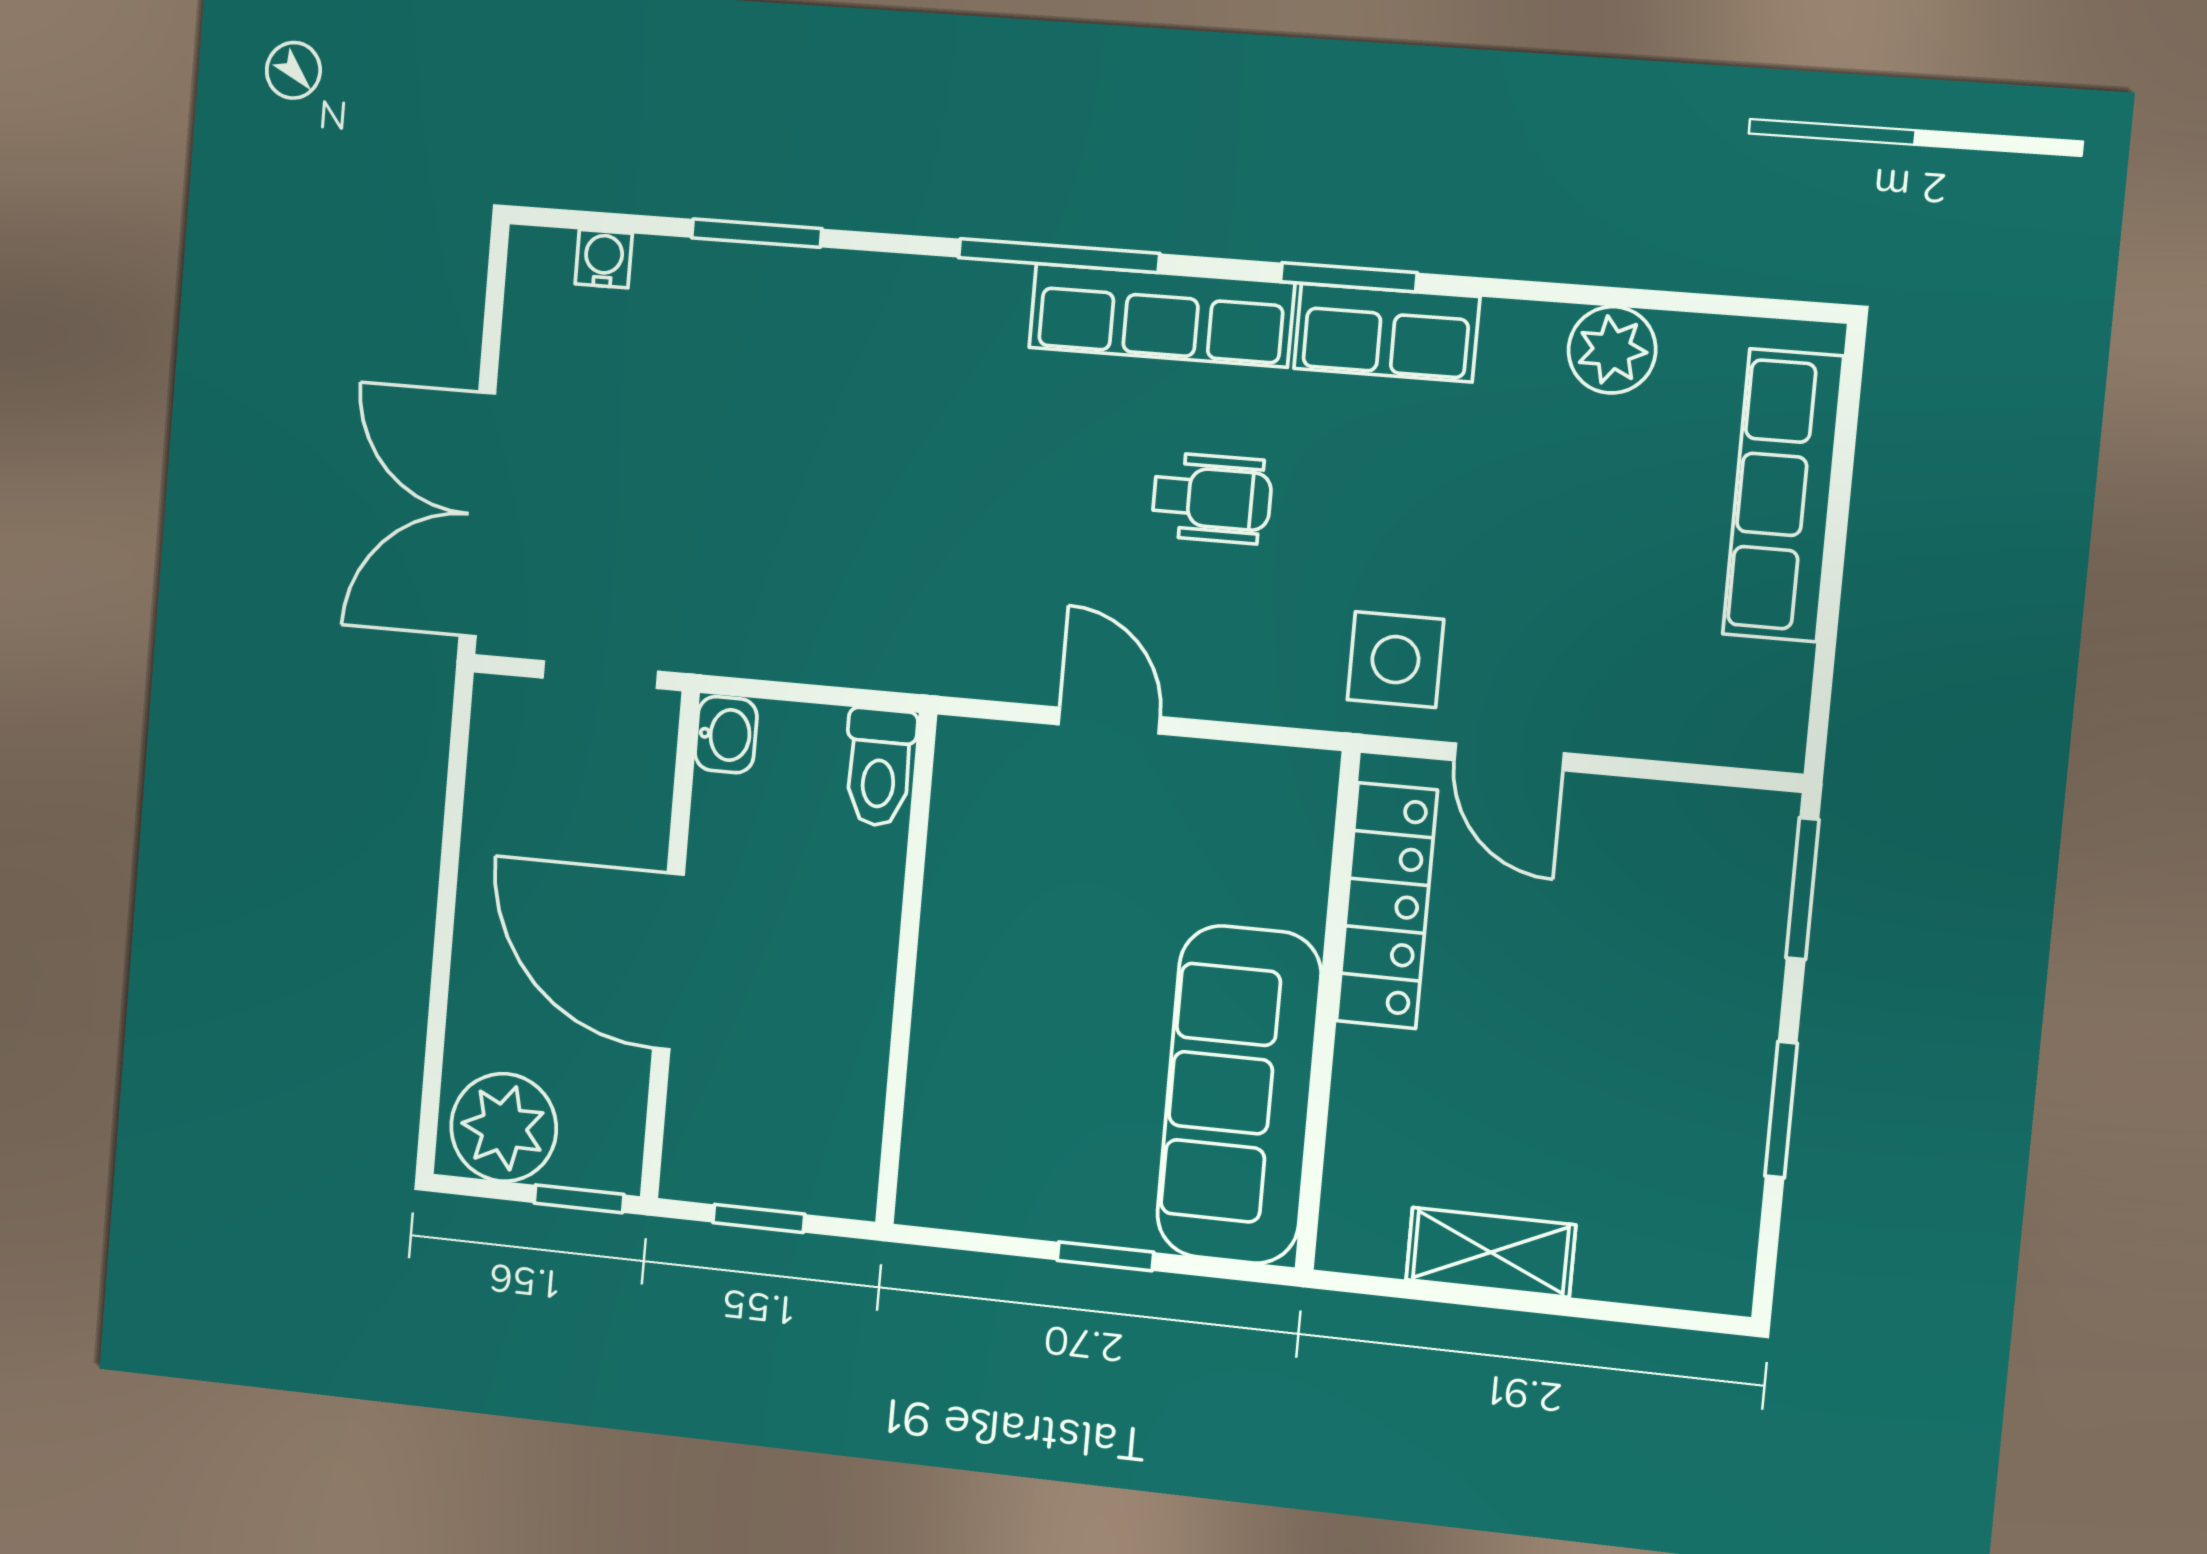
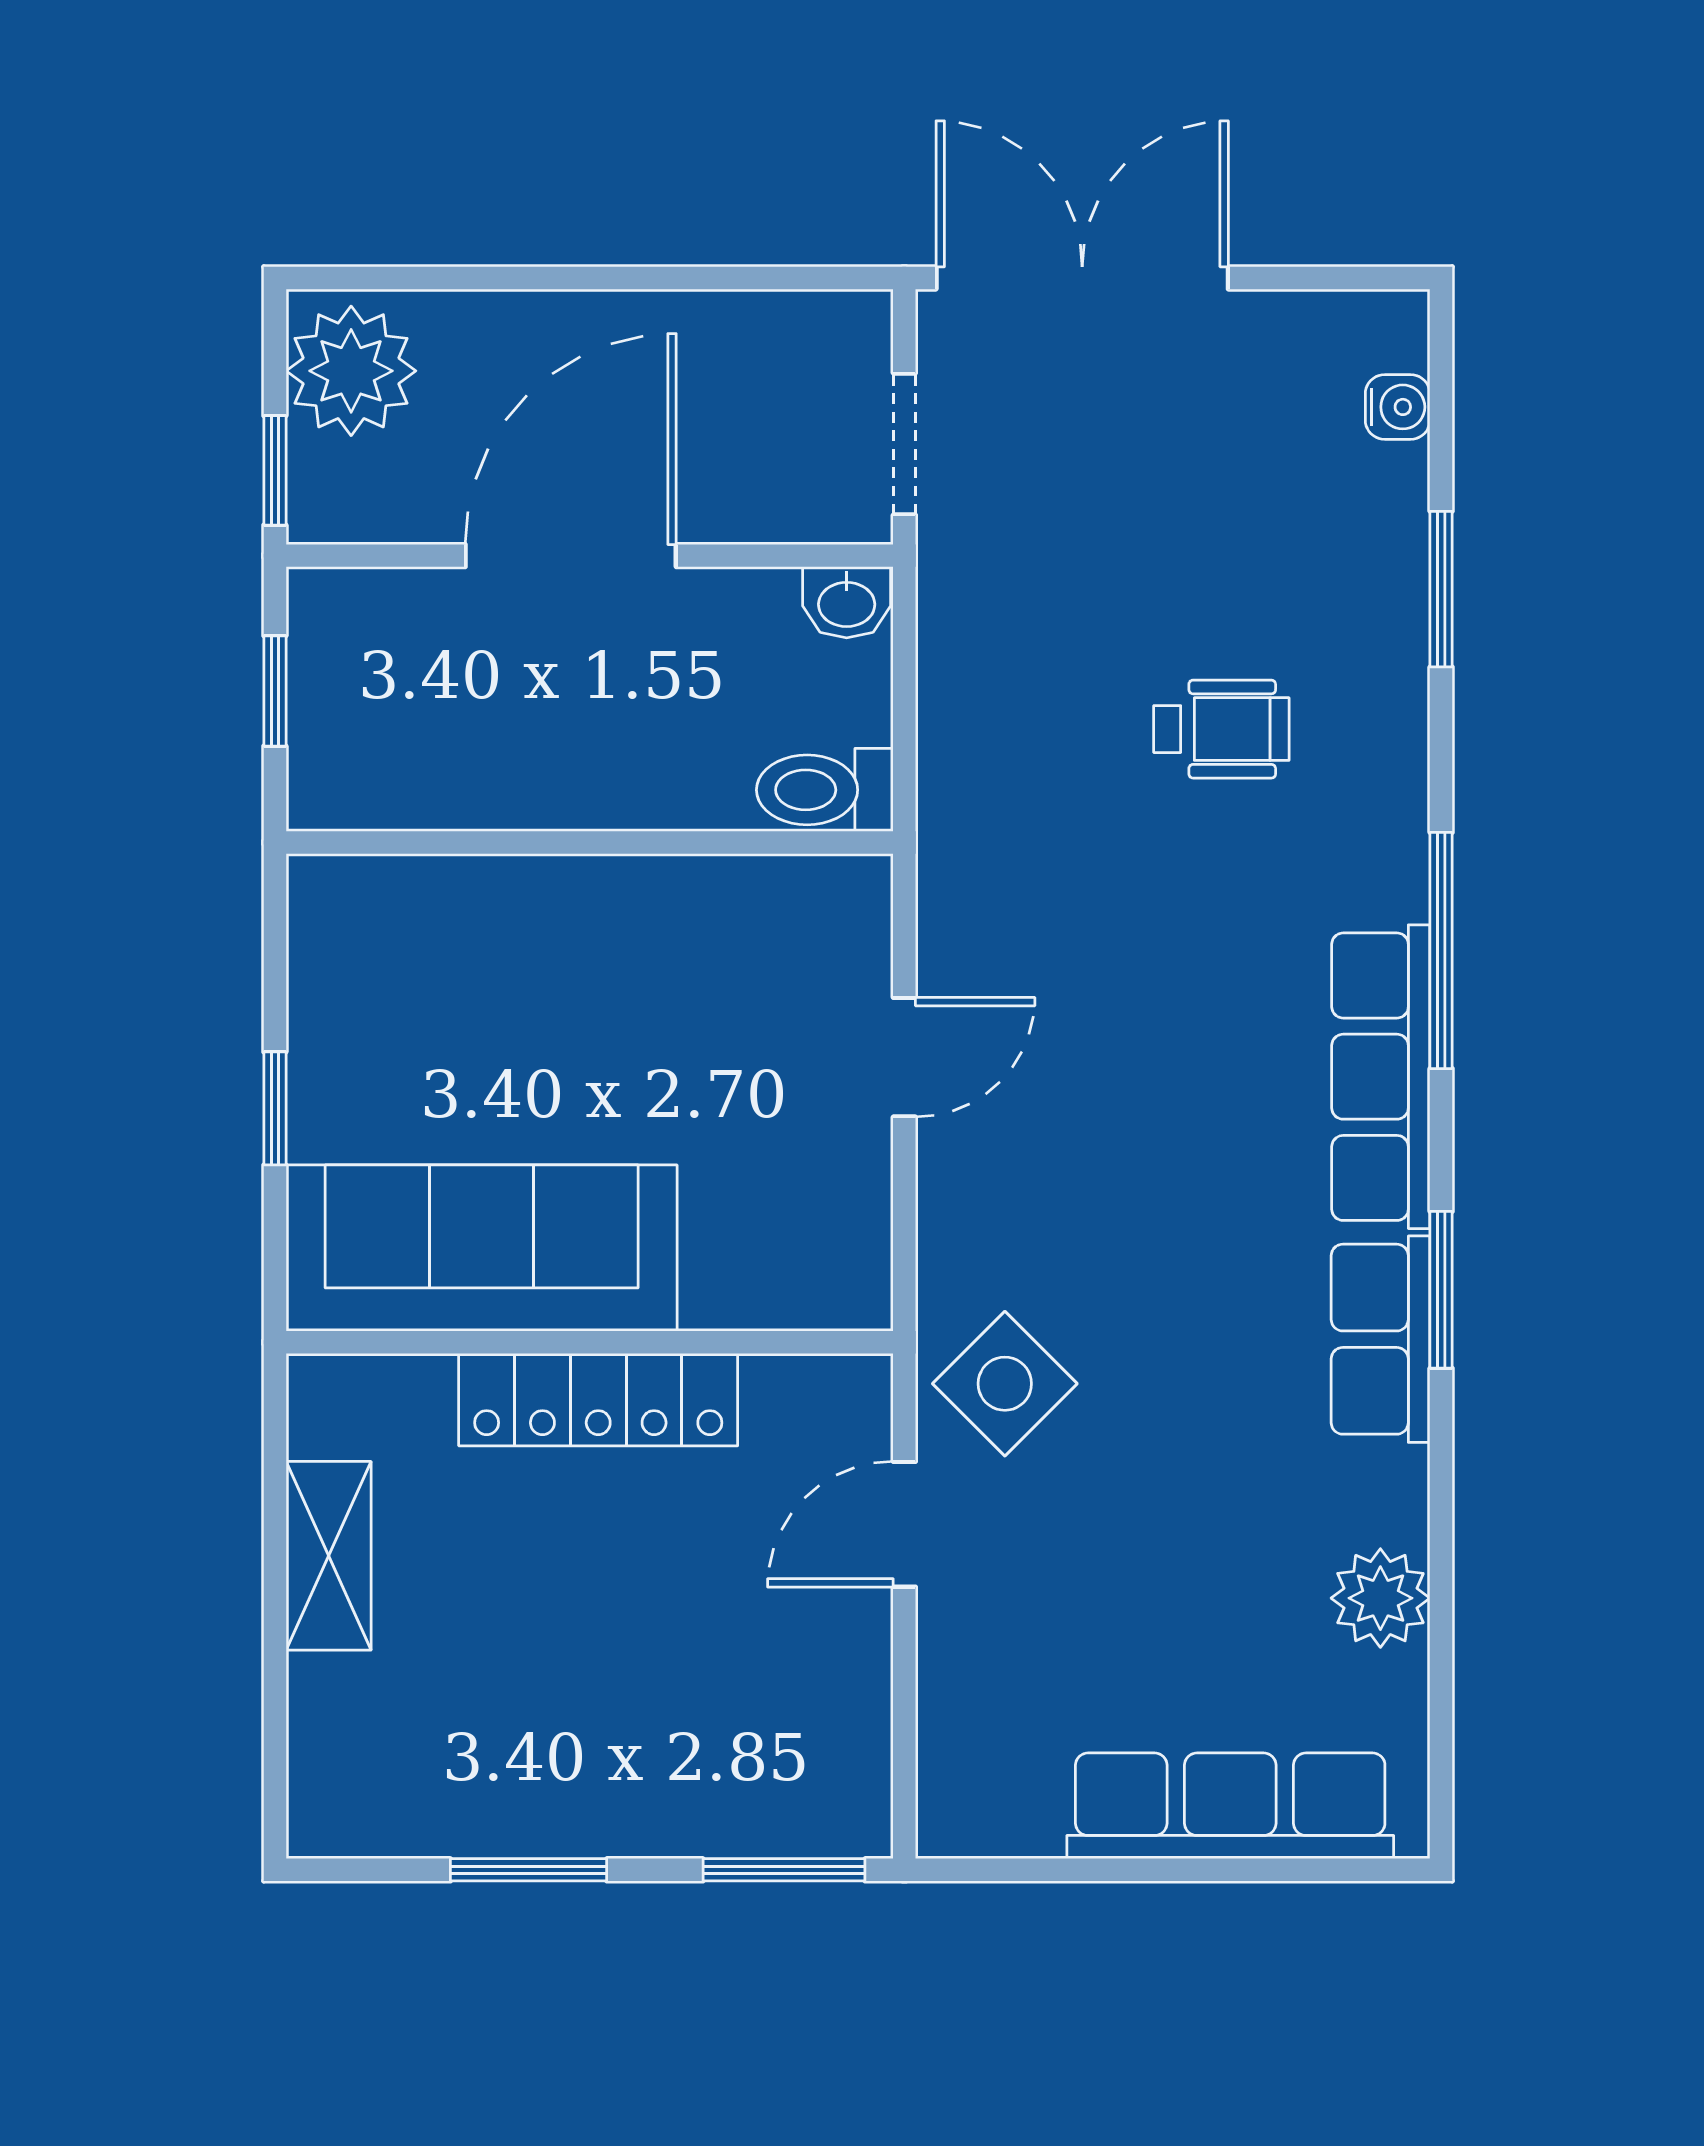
wheelchair: (1212, 498) -> (1221, 729), moved, turned -90
side table: (1395, 660) -> (1005, 1384), turned 45
locker: (1387, 906) -> (598, 1400), moved

